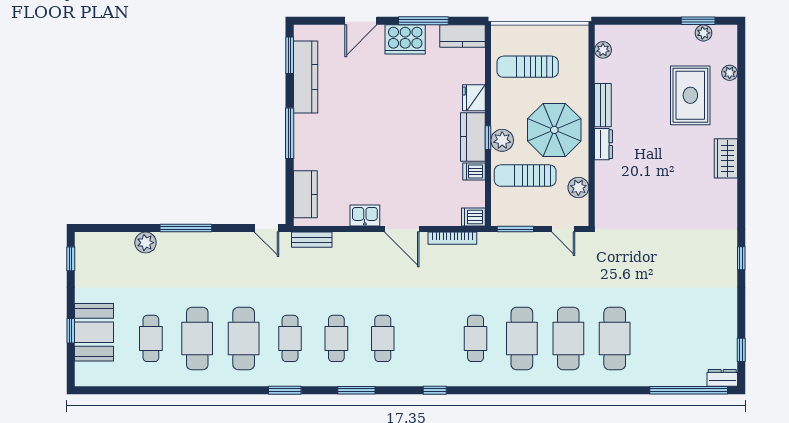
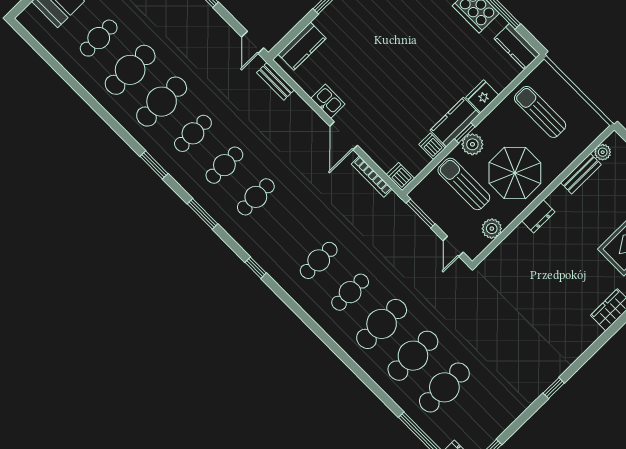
bench: (603, 105) -> (581, 174), moved
cafe table: (522, 338) -> (350, 292), width x0.73, depth x0.74
cafe table: (661, 338) -> (444, 387), added

